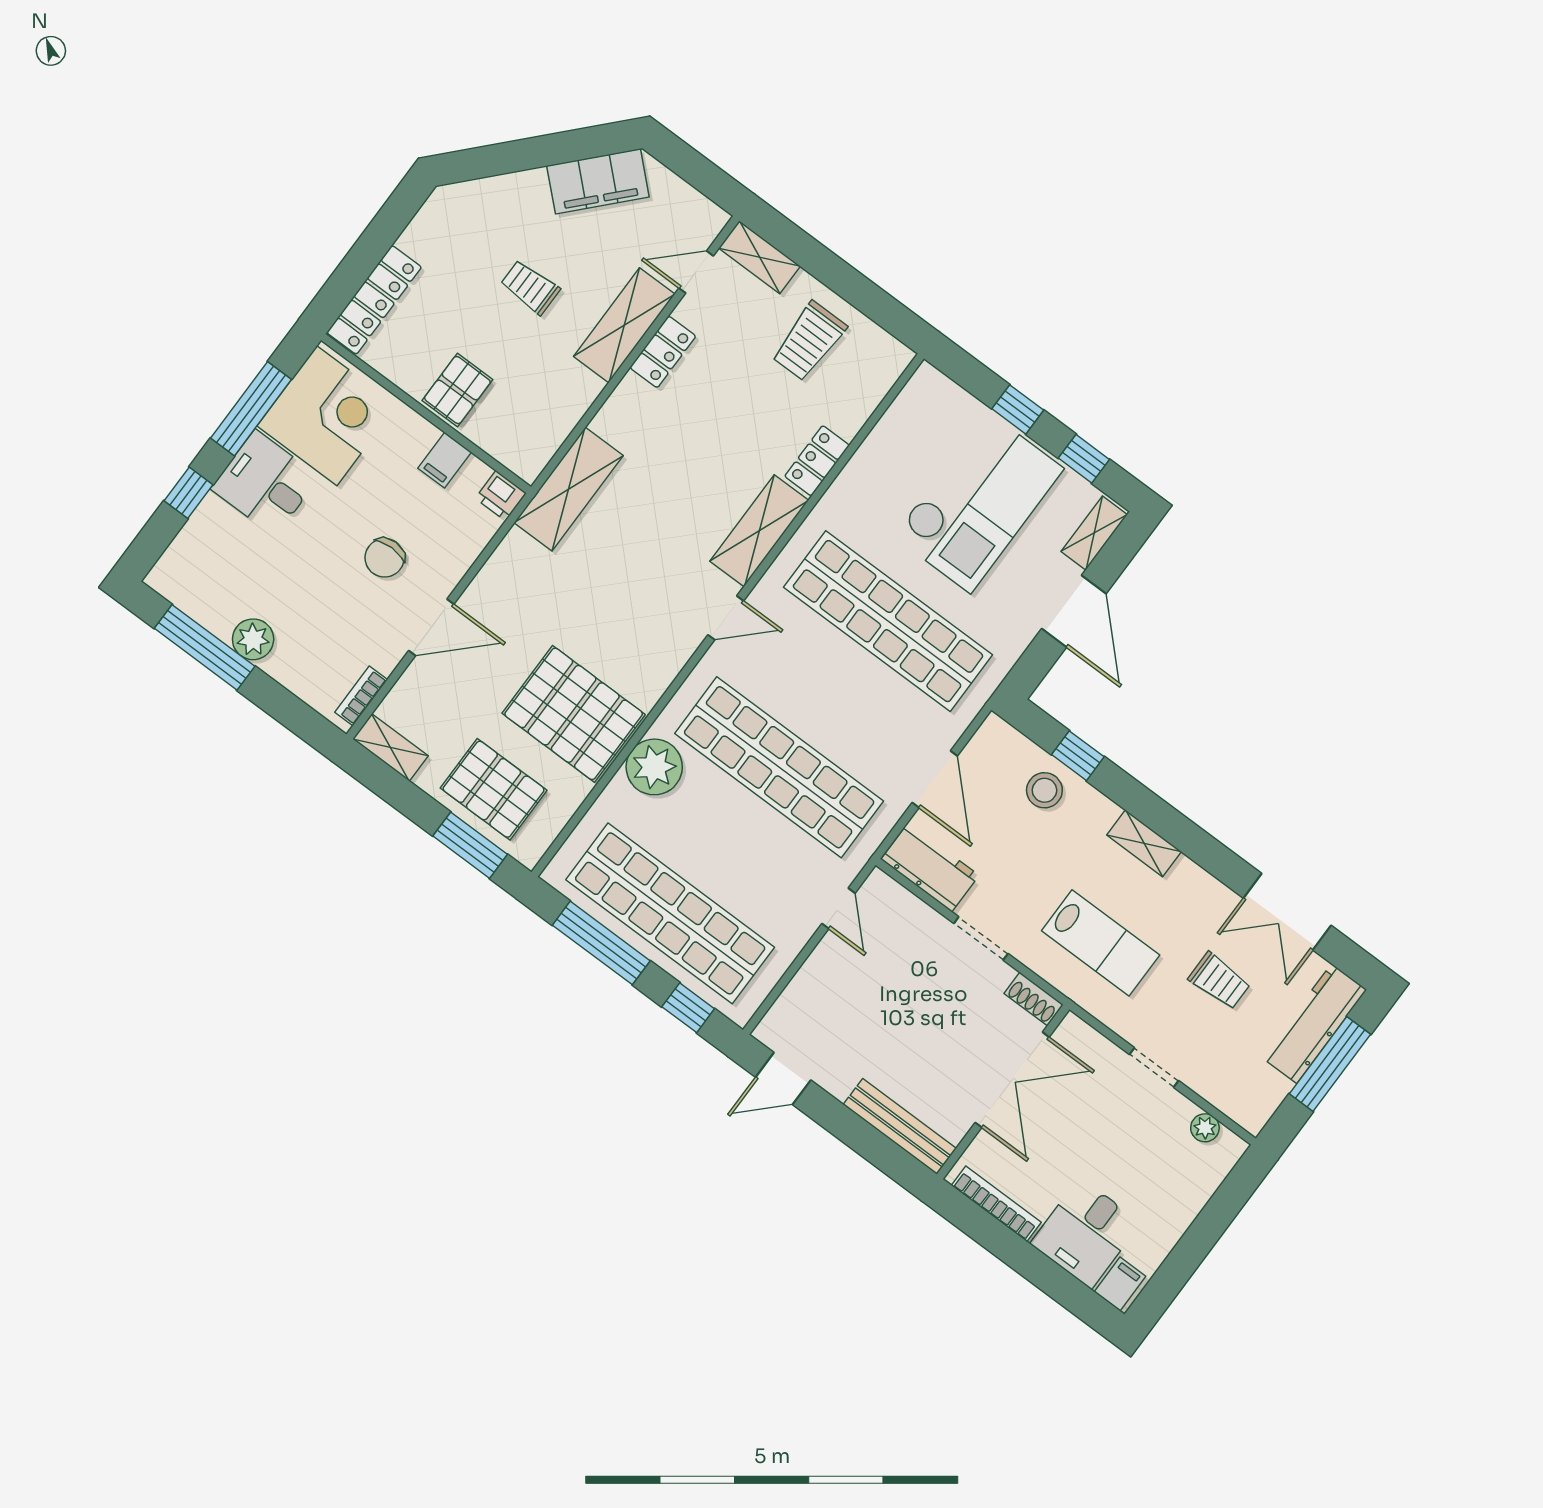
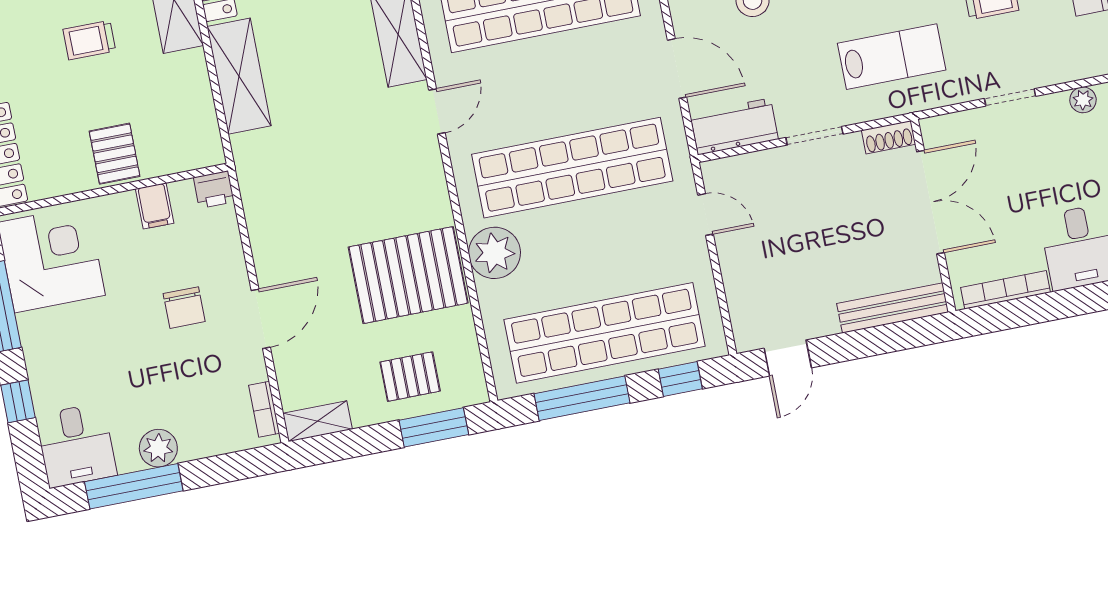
desk: (265, 483) -> (76, 445), moved, turned -90
shelving: (569, 489) -> (239, 76), moved
pallet: (494, 789) -> (410, 377), width x0.67, depth x0.71

